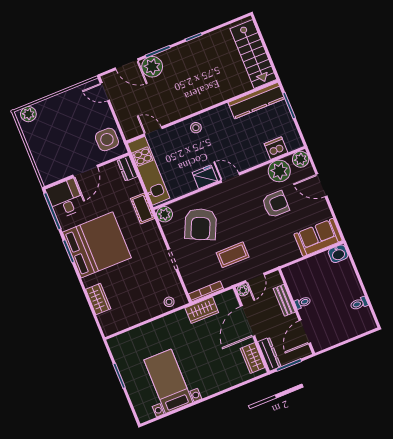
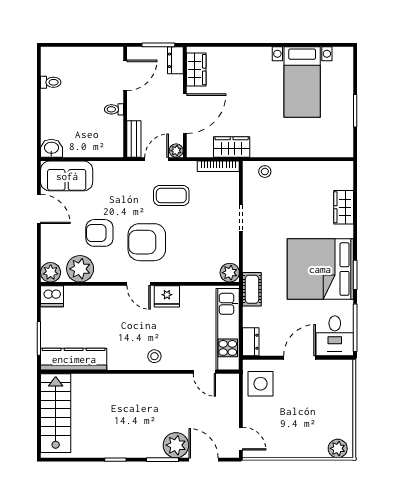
dishwasher: (276, 148) -> (52, 296), moved
door: (321, 185) -> (39, 209), moved
armchair: (201, 224) -> (147, 242), moved, turned -115
bench: (284, 300) -> (134, 139), moved
dresser: (269, 354) -> (175, 60), width x0.70

